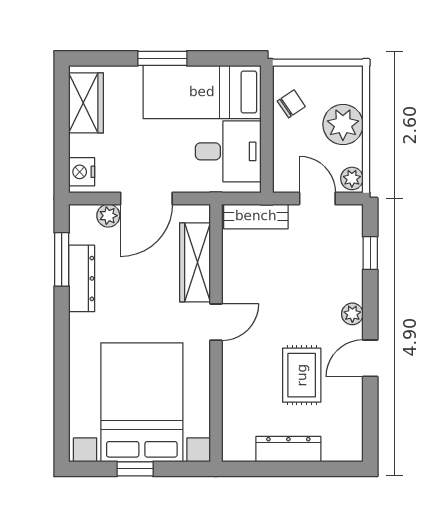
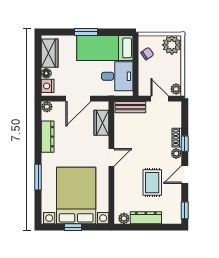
plant: (343, 125) -> (172, 45), moved
floor lamp: (79, 145) -> (46, 73), added
plant: (108, 216) -> (47, 107), moved
window: (370, 253) -> (185, 144), moved
window: (62, 259) -> (38, 177), moved
wardrobe: (195, 262) -> (101, 123), width x0.67
shoe rack: (353, 281) -> (177, 138), added
window: (370, 434) -> (185, 210), added
plant: (242, 450) -> (124, 218), added

